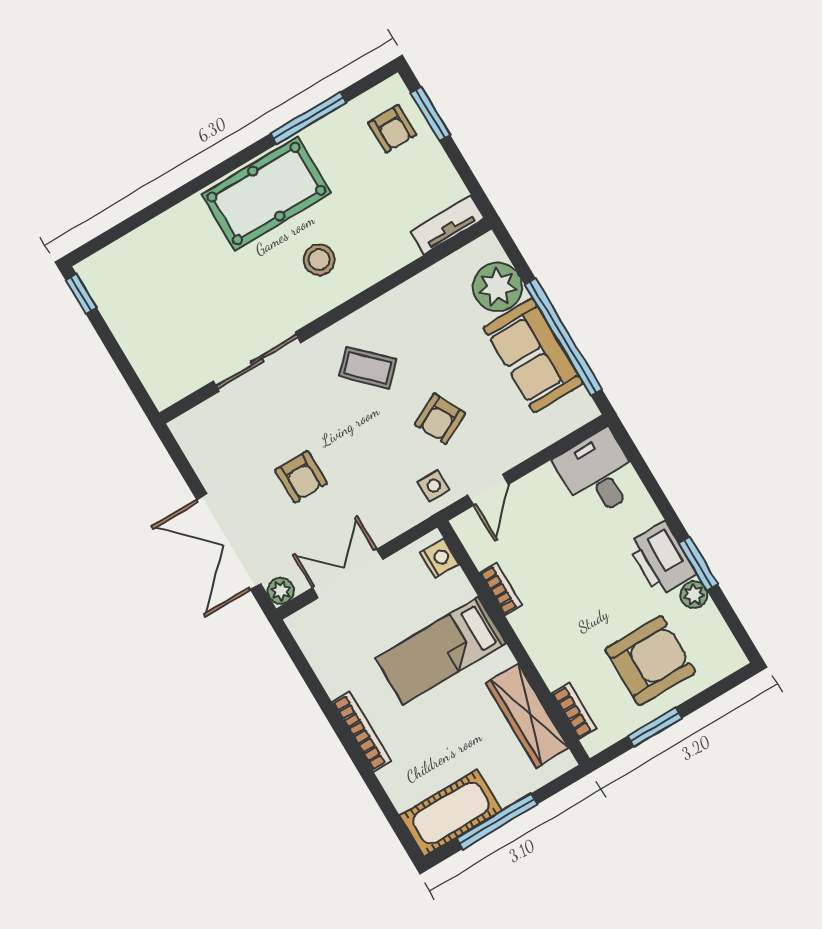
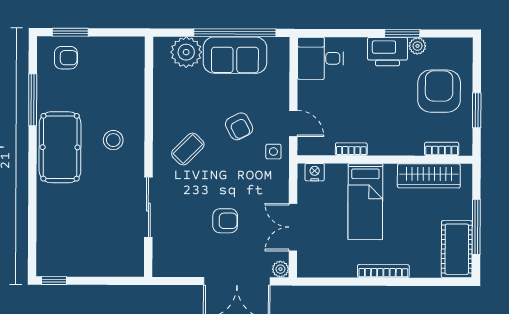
tv unit: (448, 225) -> (136, 59), removed

